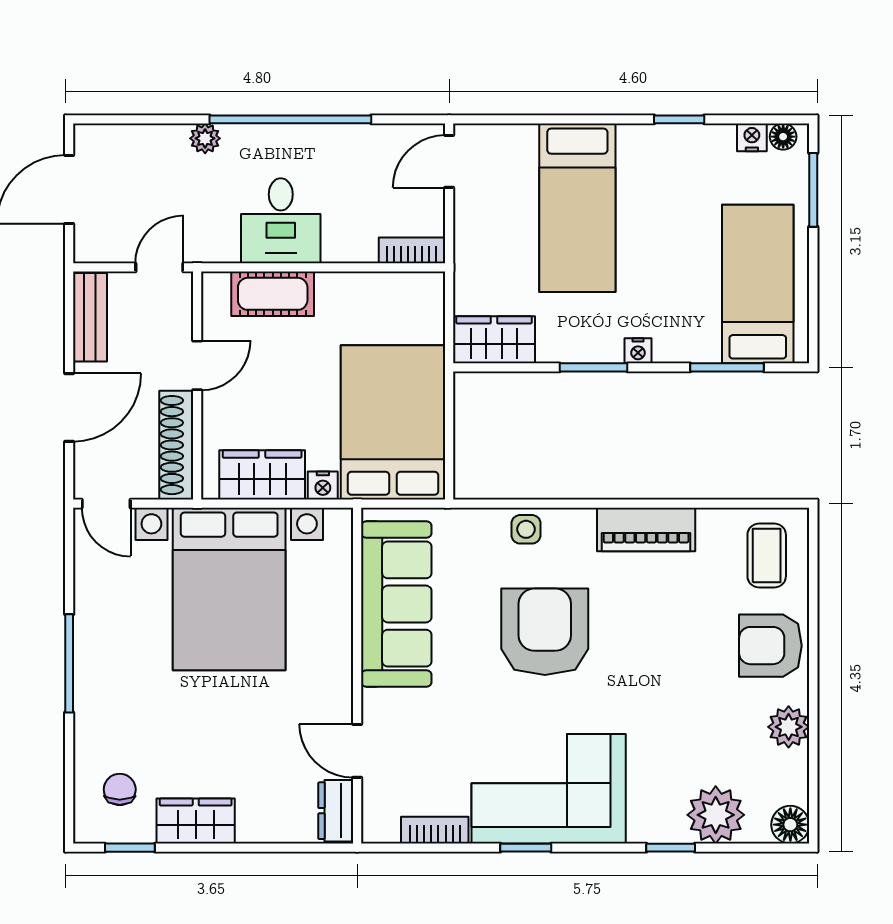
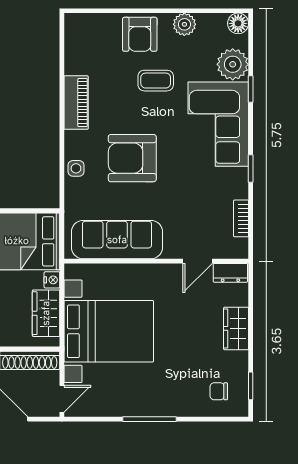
coffee table: (767, 556) -> (156, 81), moved
corner sofa: (549, 789) -> (218, 124), moved
wardrobe: (196, 821) -> (236, 328), moved

